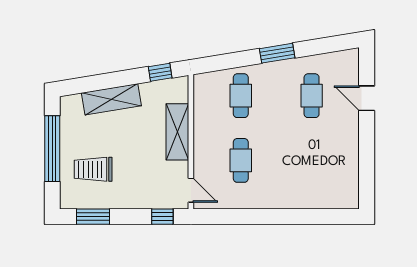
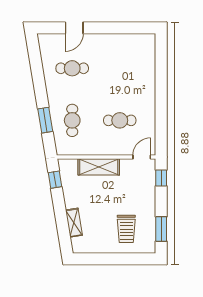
window: (277, 53) -> (45, 120), moved
cafe table: (241, 96) -> (72, 120), turned 90
shelving: (111, 99) -> (74, 223), width x0.67, depth x0.75
window: (52, 149) -> (111, 259), removed

